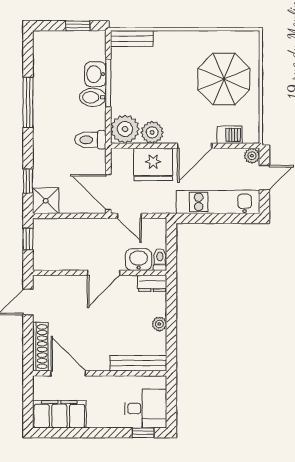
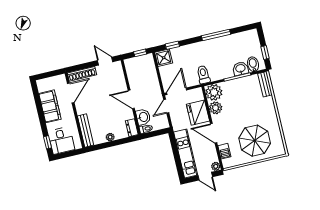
bidet: (93, 97) -> (253, 64), moved
filing cabinet: (59, 414) -> (50, 106), moved

